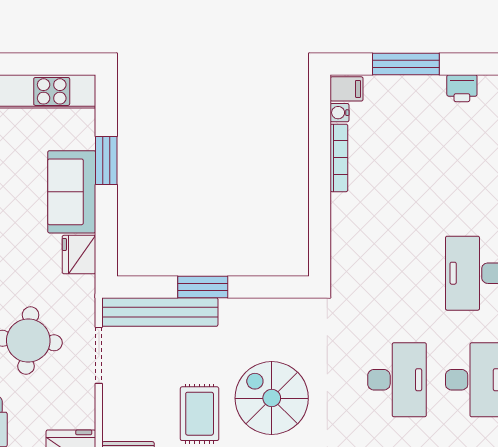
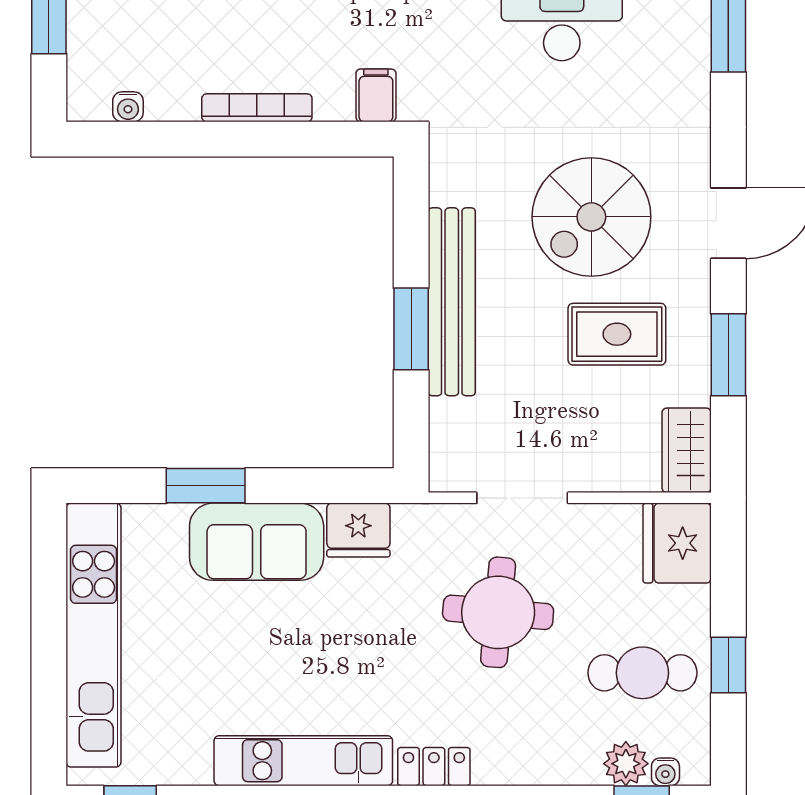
filing cabinet: (347, 89) -> (376, 95), moved
bookcase: (339, 158) -> (257, 108), moved
bench: (160, 312) -> (452, 302), moved

